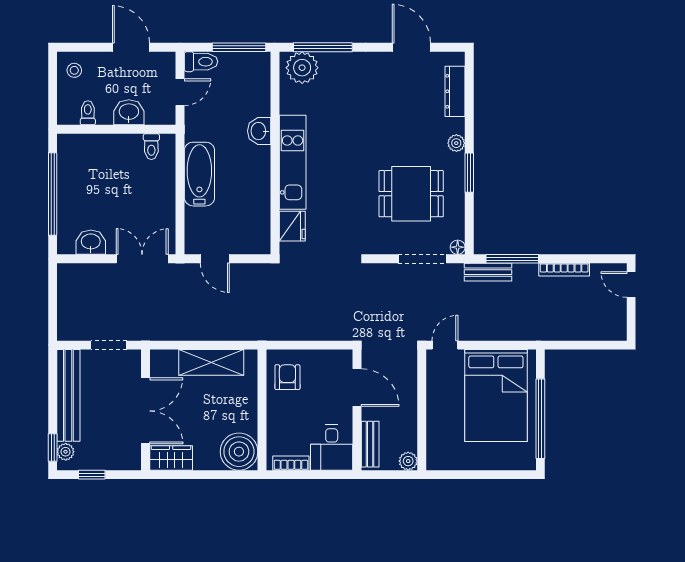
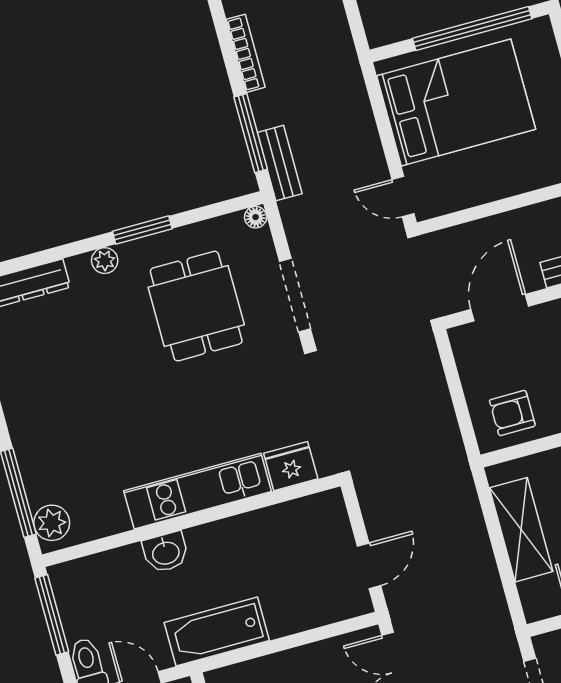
plant: (302, 68) -> (52, 523), width x0.73, depth x0.73
bathtub: (199, 174) -> (217, 632), moved
doorway: (422, 259) -> (295, 295), moved

